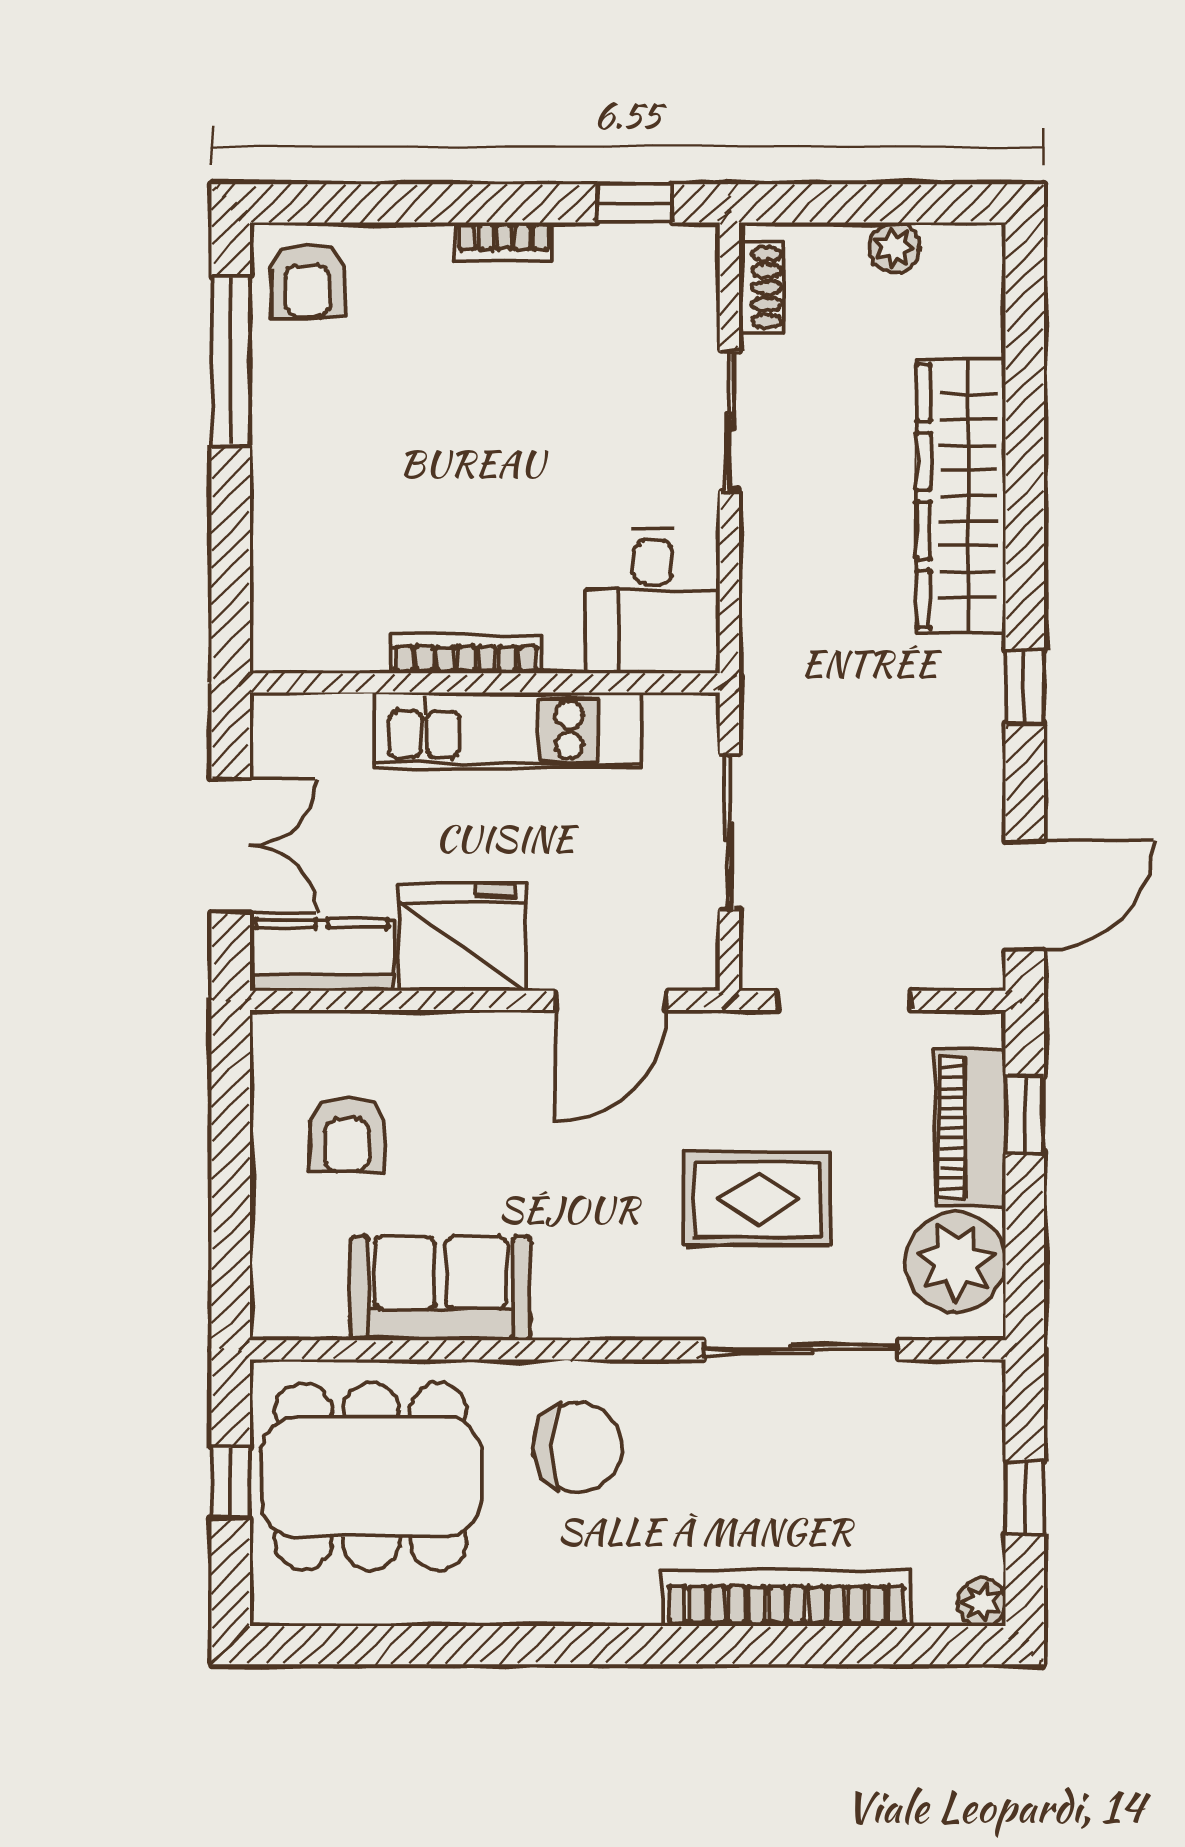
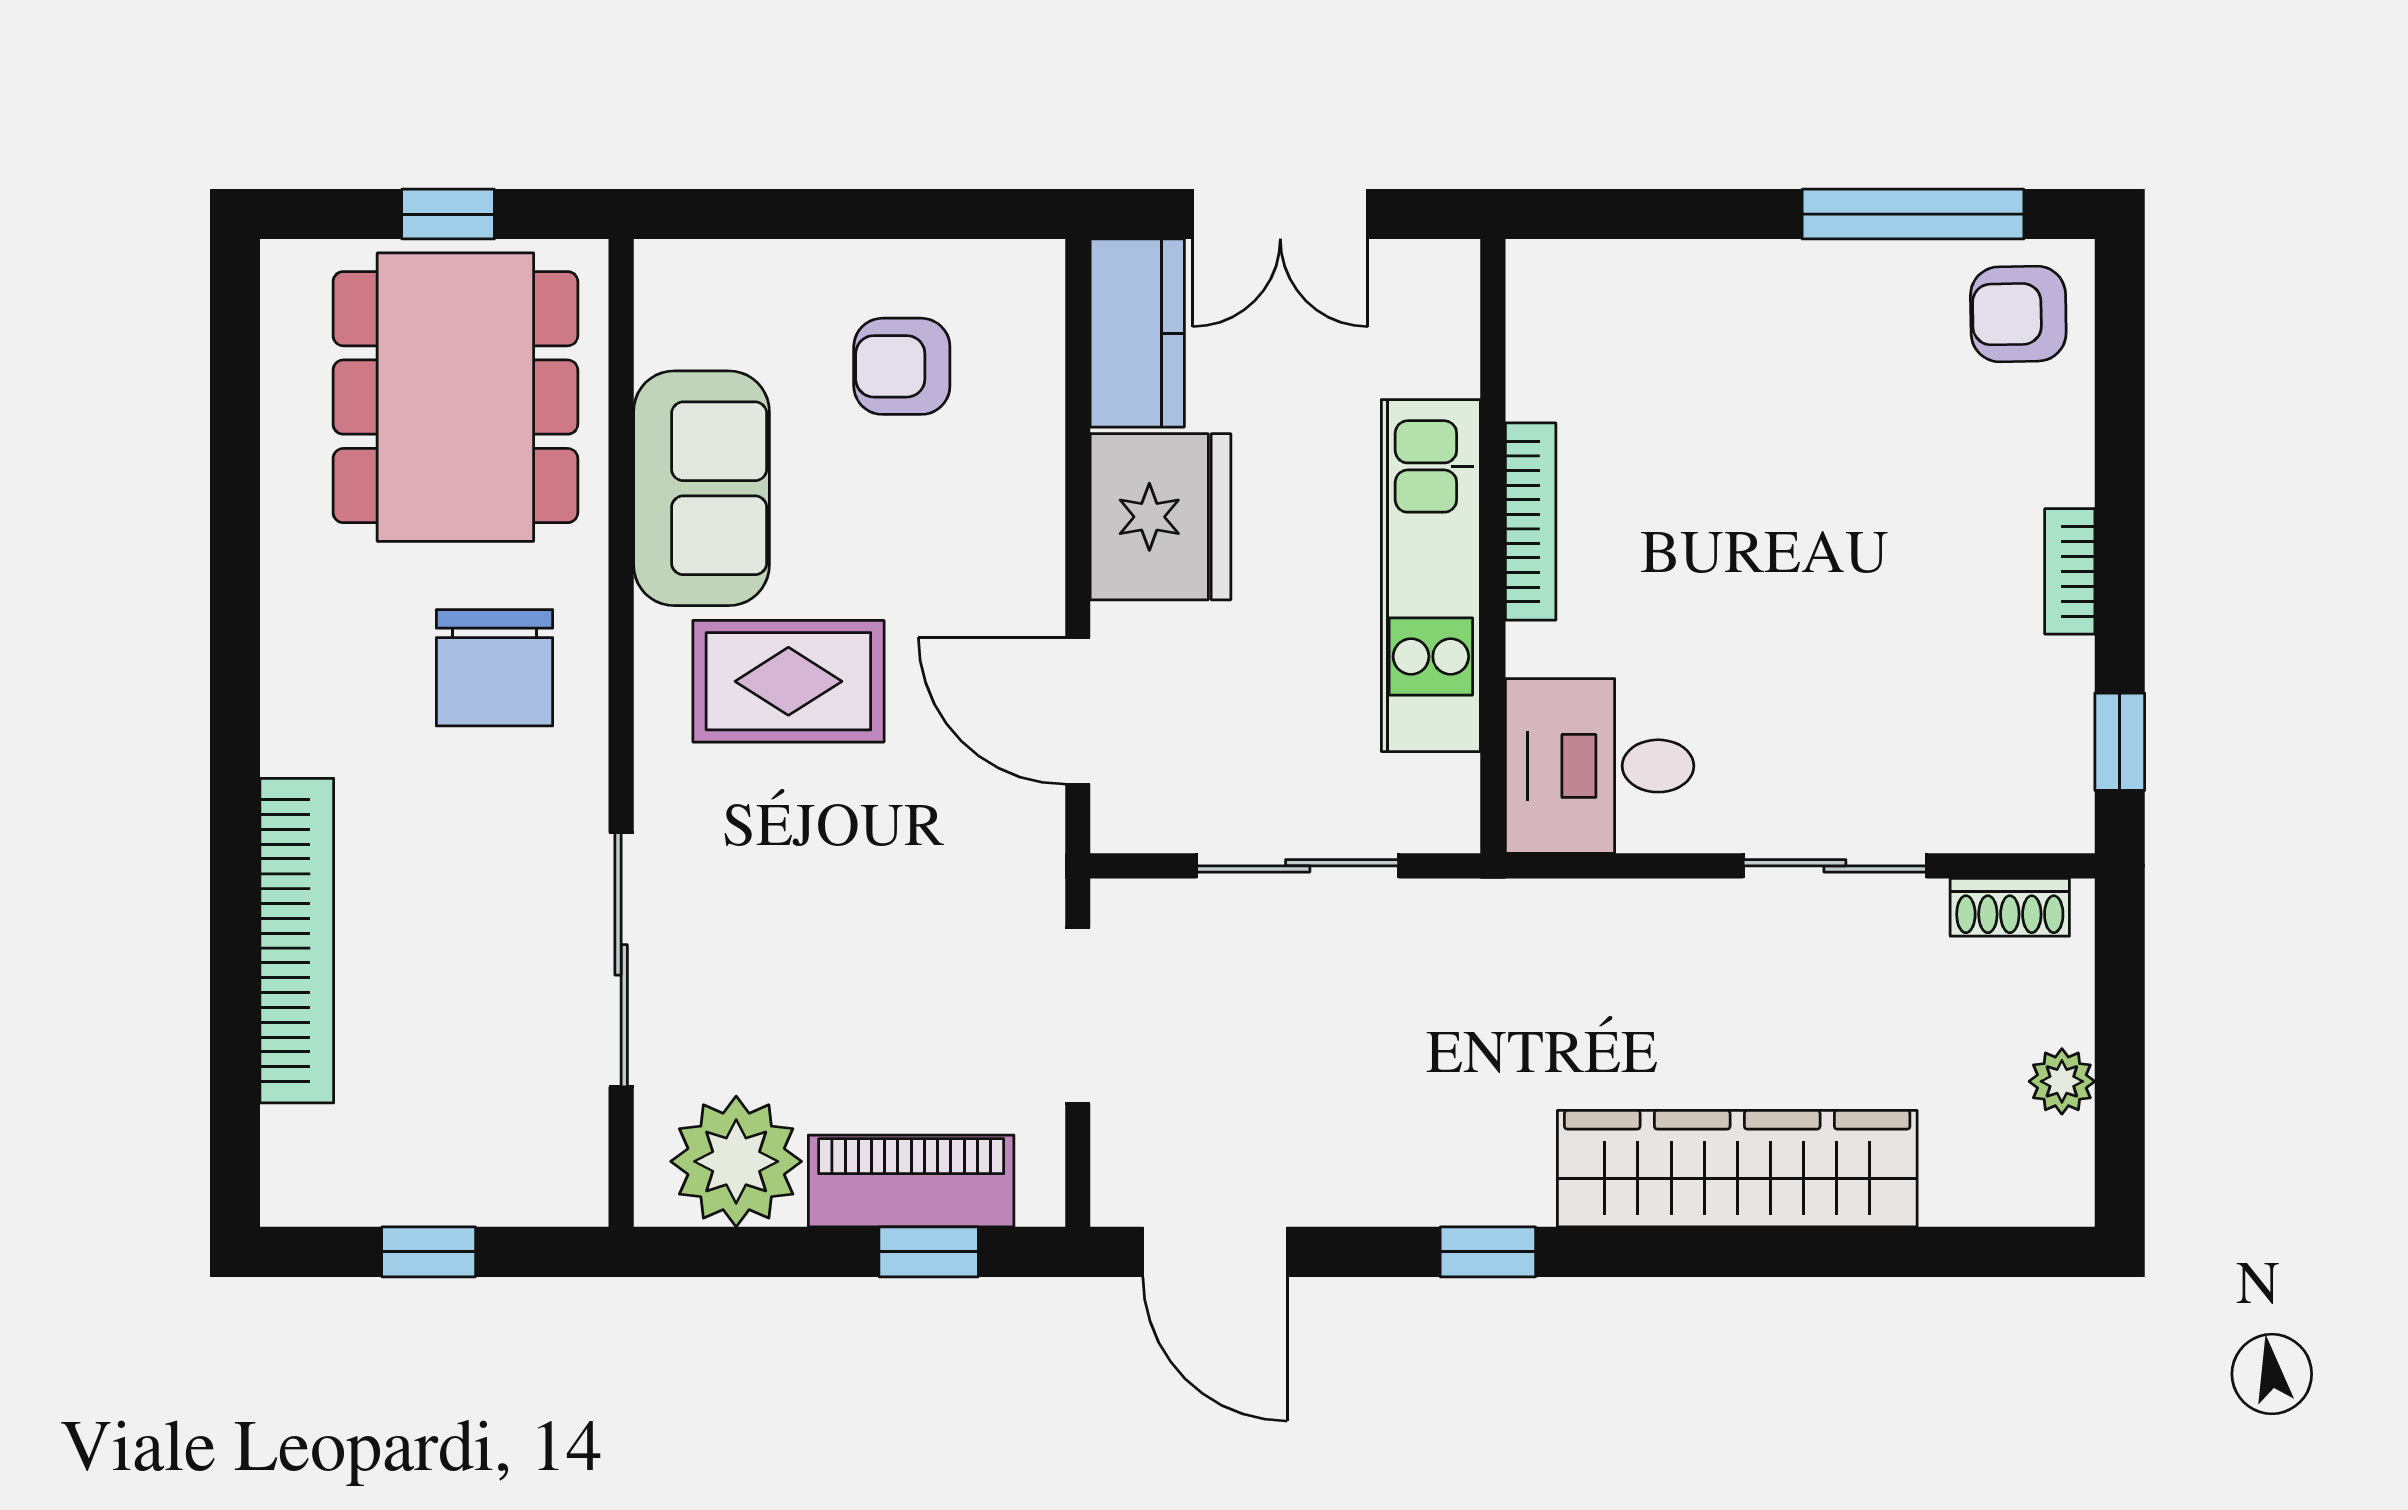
rug: (758, 1199) -> (788, 681), moved, turned 90
plant: (982, 1602) -> (291, 1196), removed

